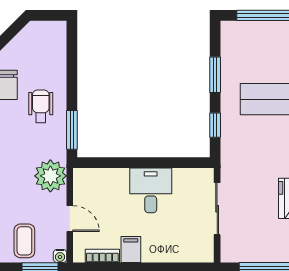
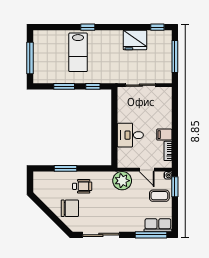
wheelchair: (41, 106) -> (82, 186), turned 180
window: (72, 130) -> (66, 168), moved
desk: (151, 190) -> (130, 135), moved
door: (70, 219) -> (147, 170), swing flipped

